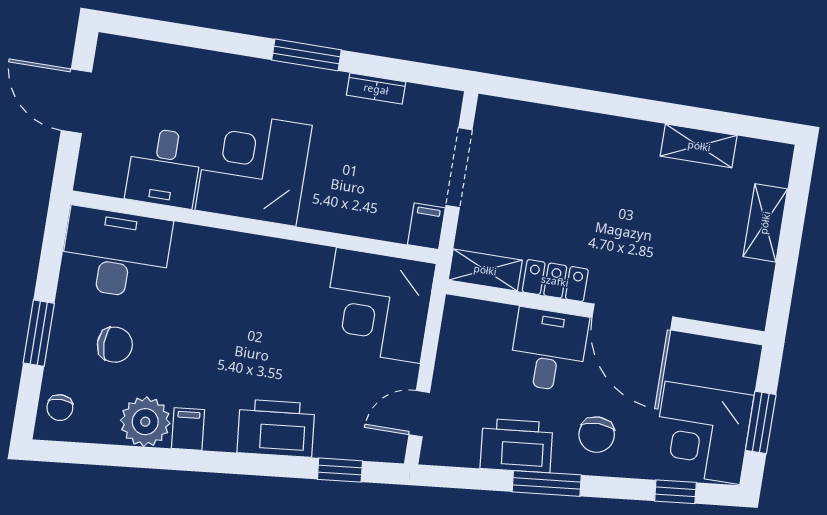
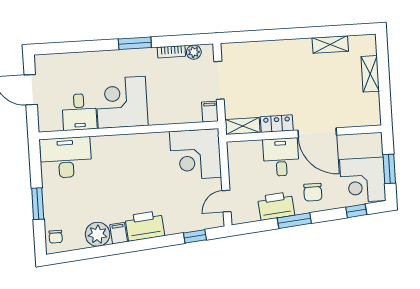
plant: (421, 99) -> (194, 52), added
chair: (115, 345) -> (75, 201), removed
printer: (276, 428) -> (145, 226), moved

